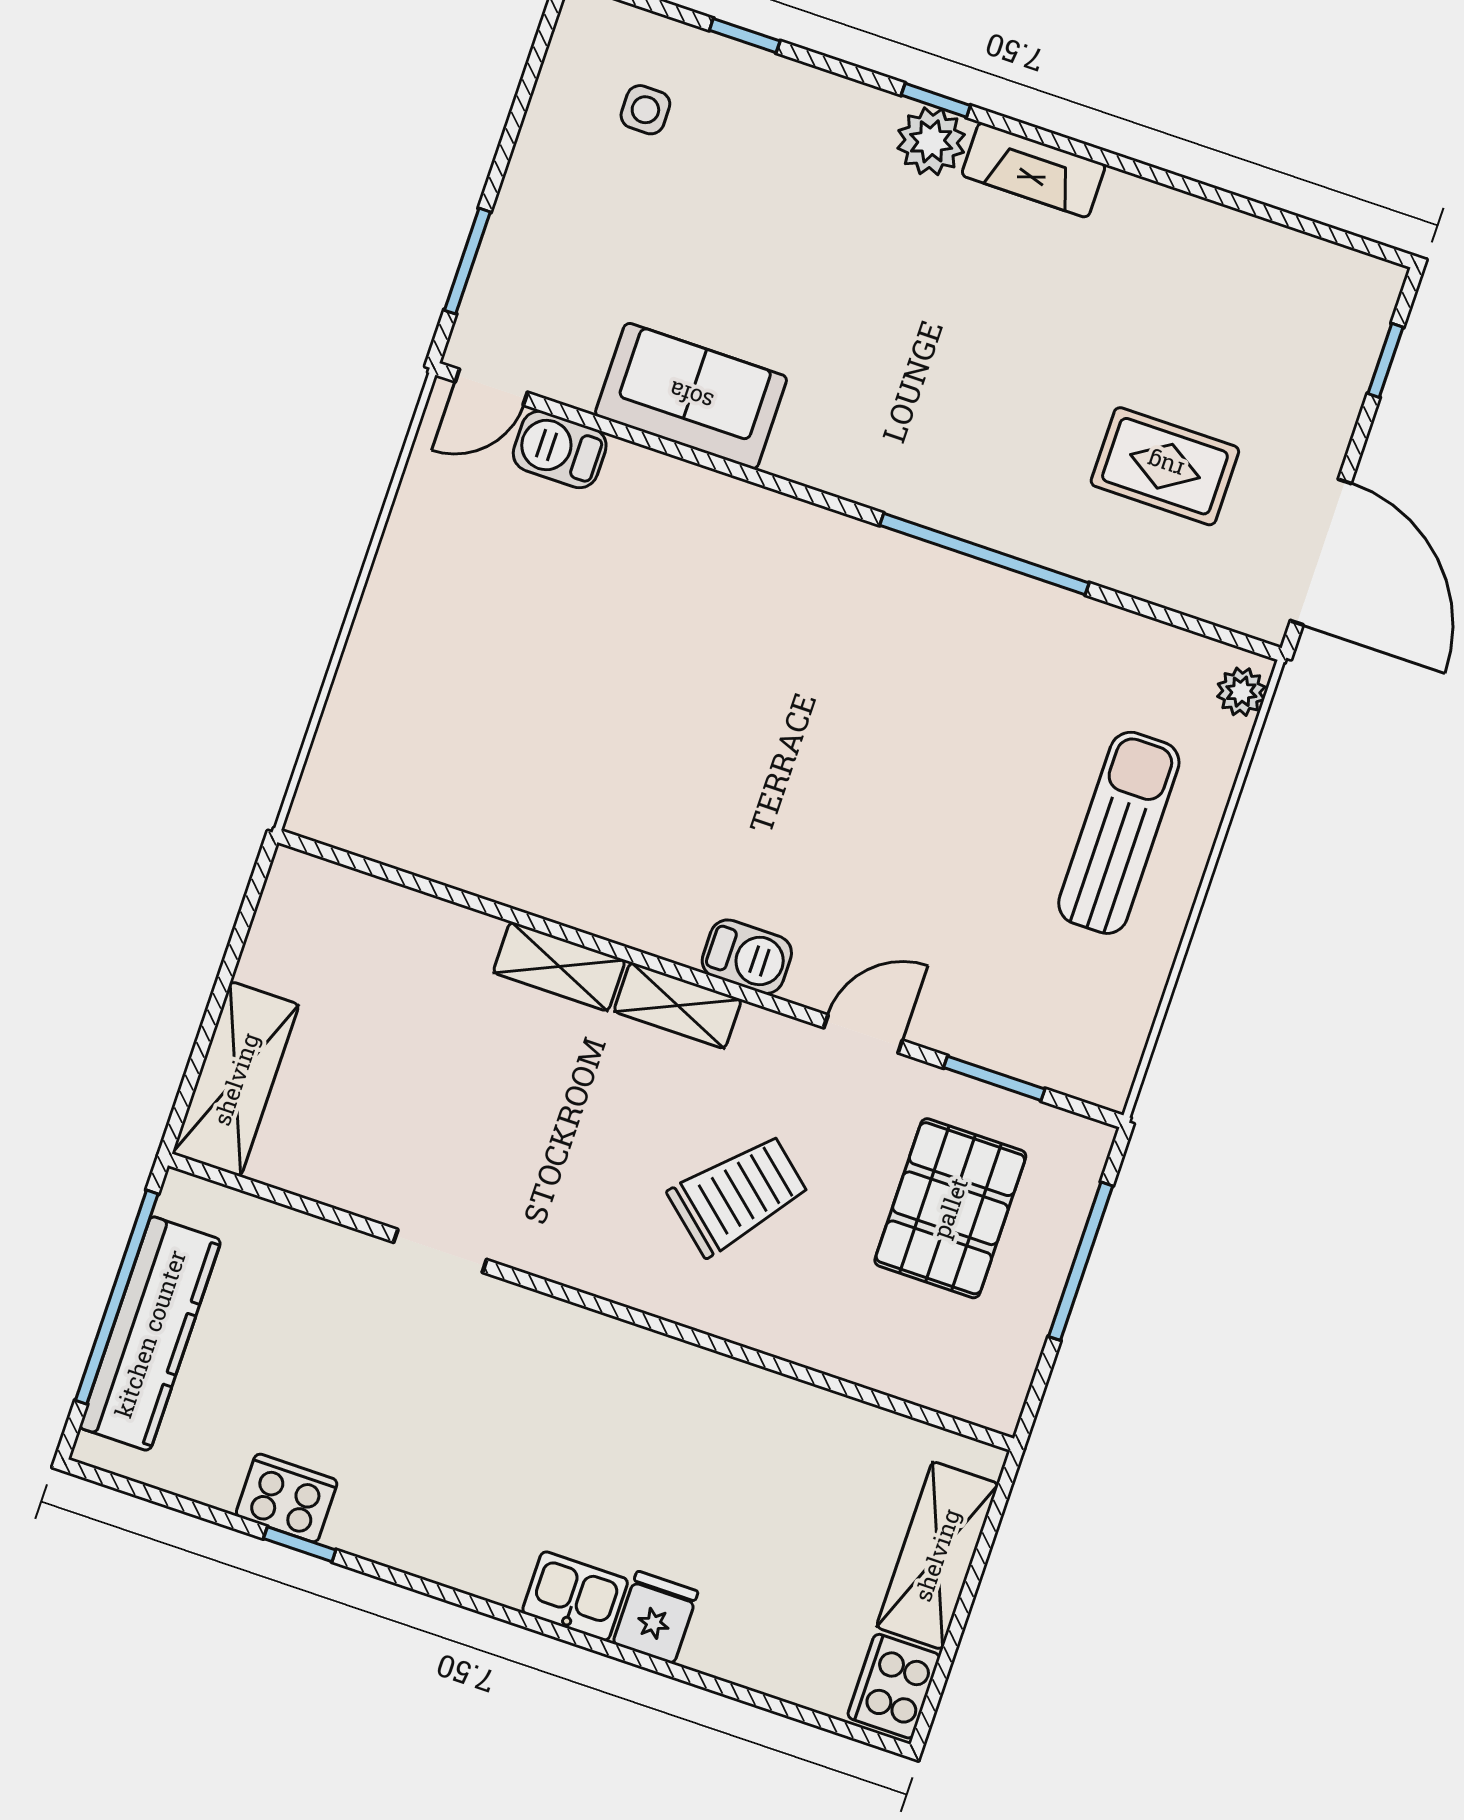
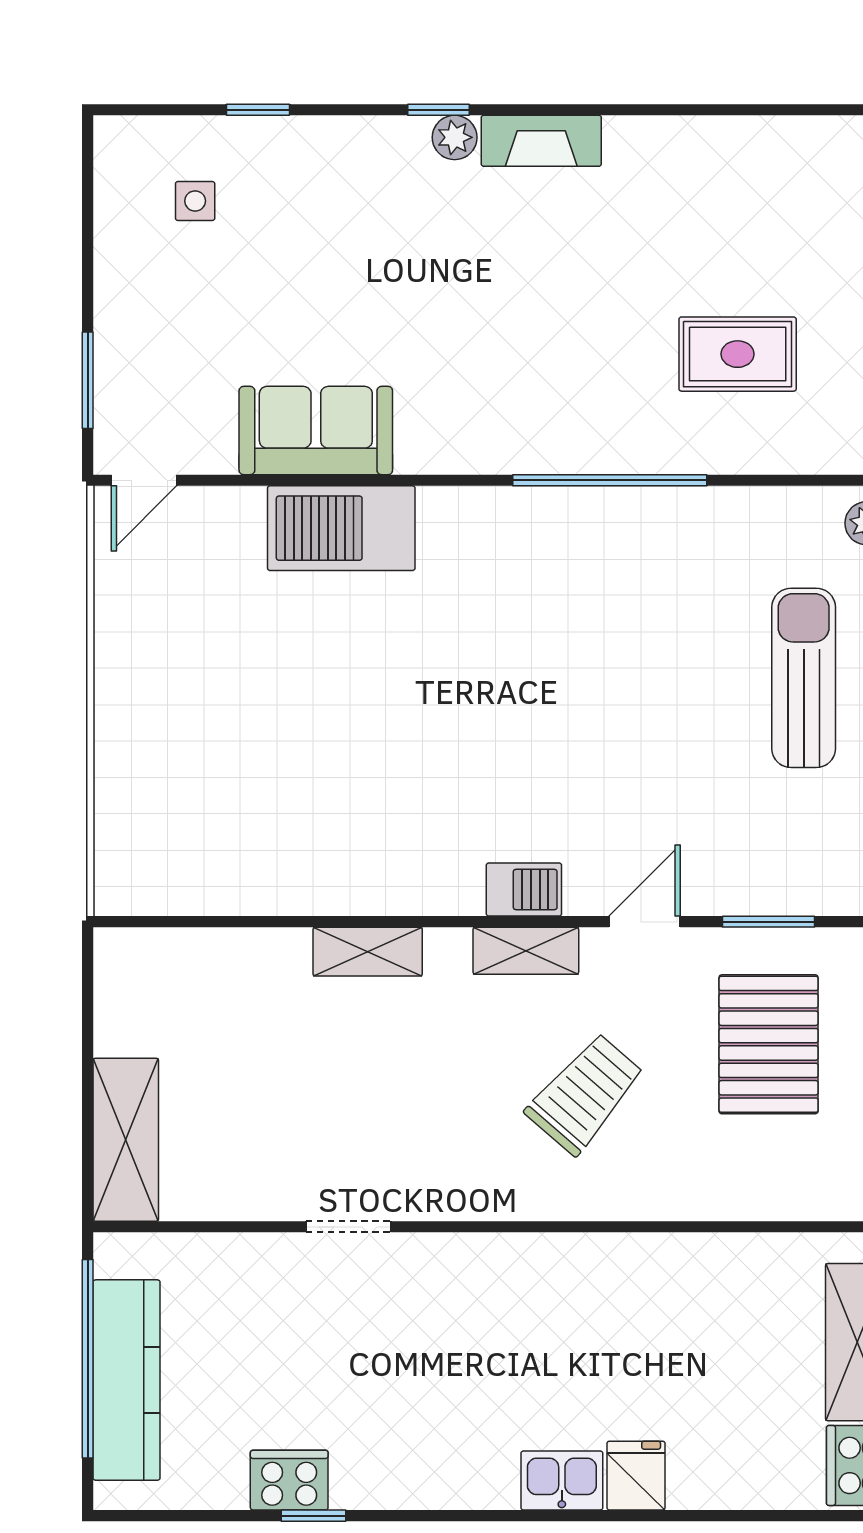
plant: (931, 141) -> (455, 137), width x0.73, depth x0.73
barbecue: (560, 449) -> (341, 528), moved, width x1.88, depth x1.53
shelving: (678, 1006) -> (526, 951), moved

